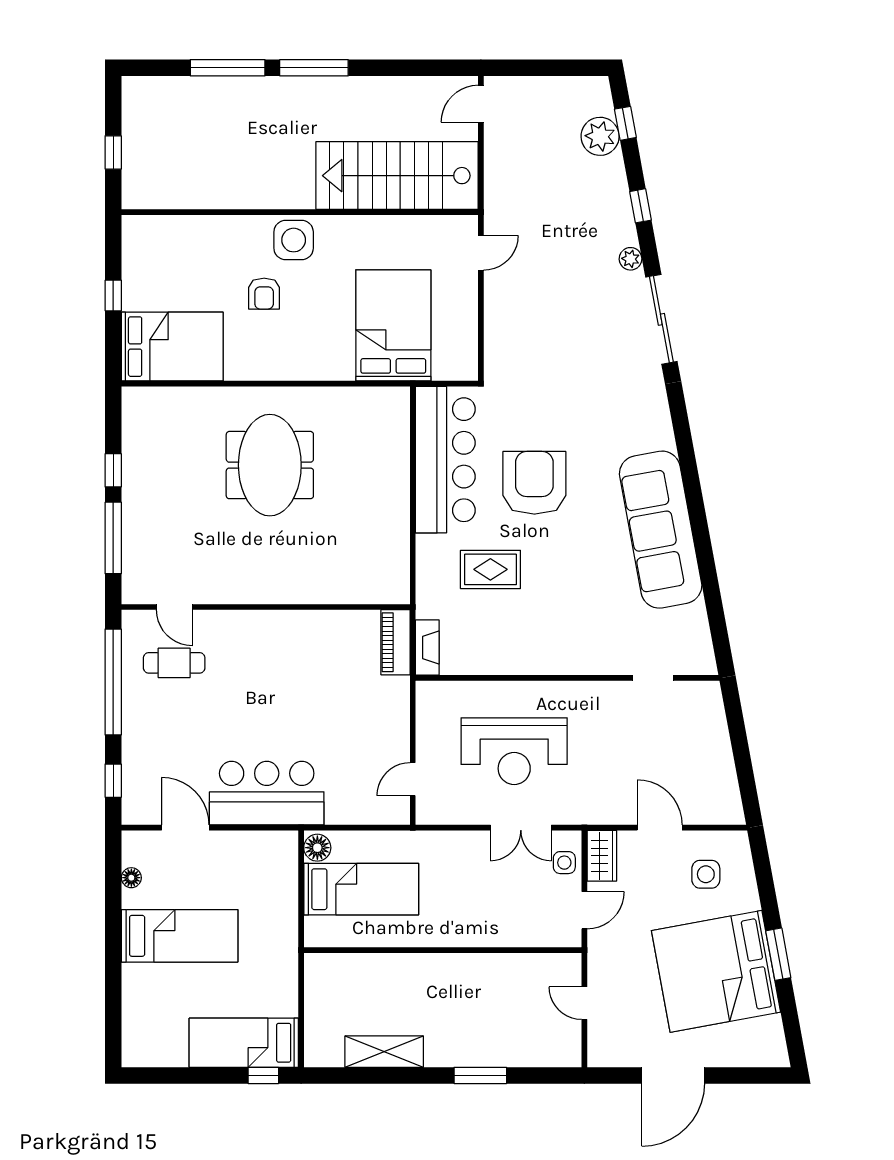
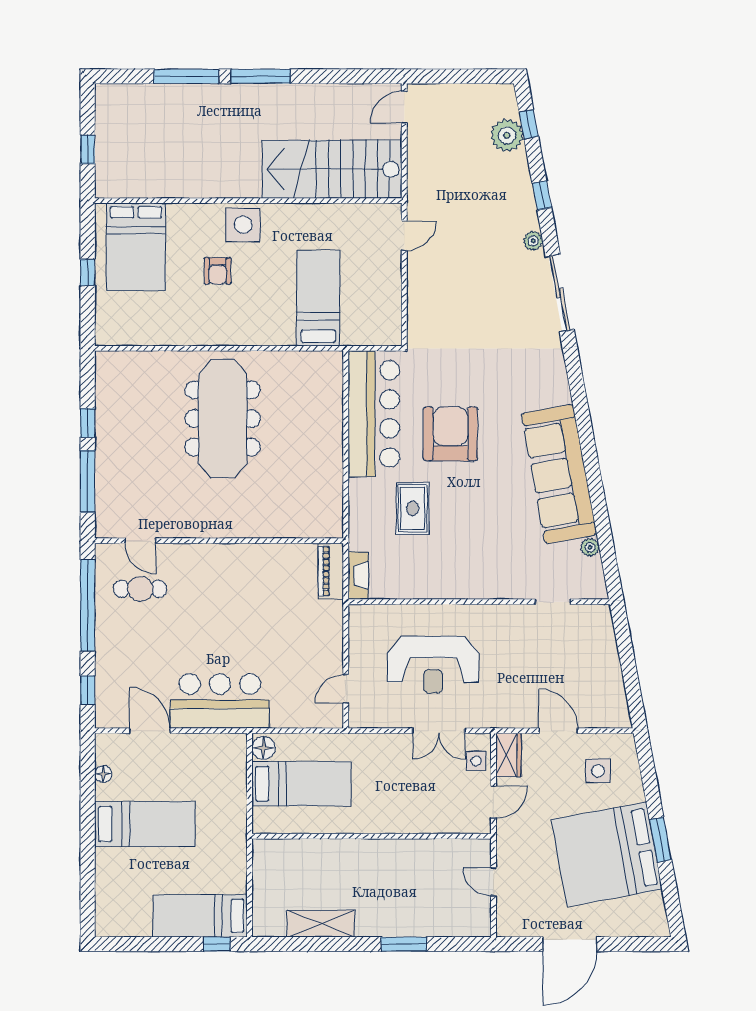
bed: (393, 325) -> (318, 298), width x0.67
bed: (172, 347) -> (136, 247), moved, turned 90
meeting table: (270, 465) -> (223, 419), width x1.36
rug: (490, 569) -> (413, 508), turned 90
plant: (697, 615) -> (590, 547), added

